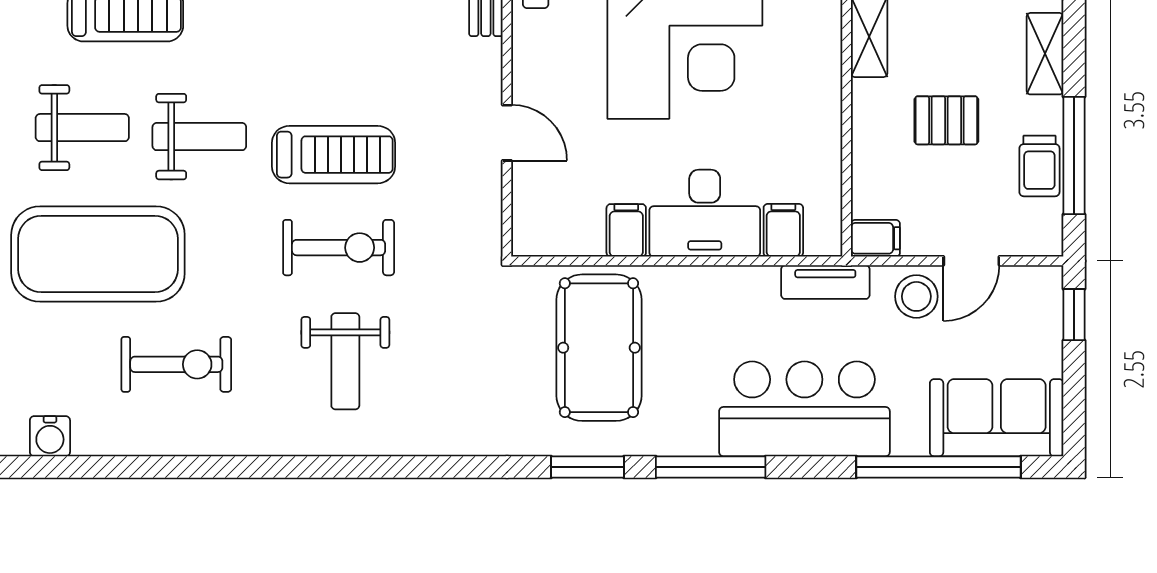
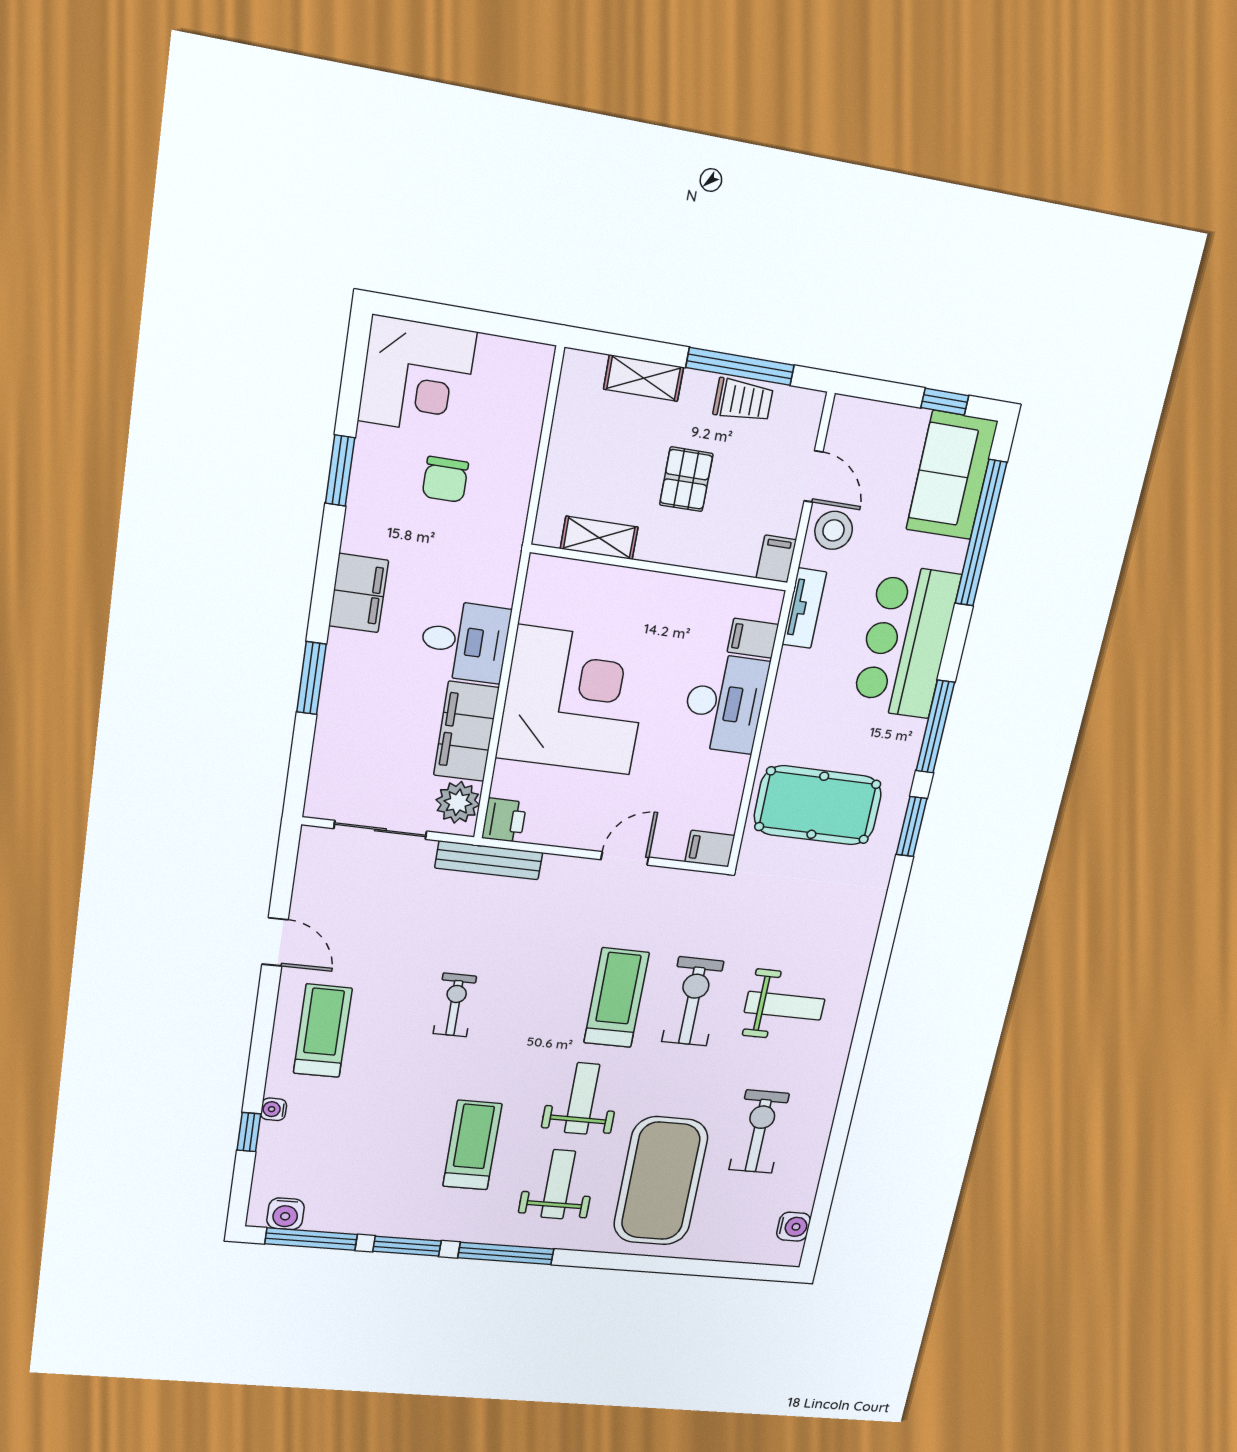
filing cabinet: (626, 230) -> (710, 849), moved
window: (1074, 315) -> (945, 402), moved

